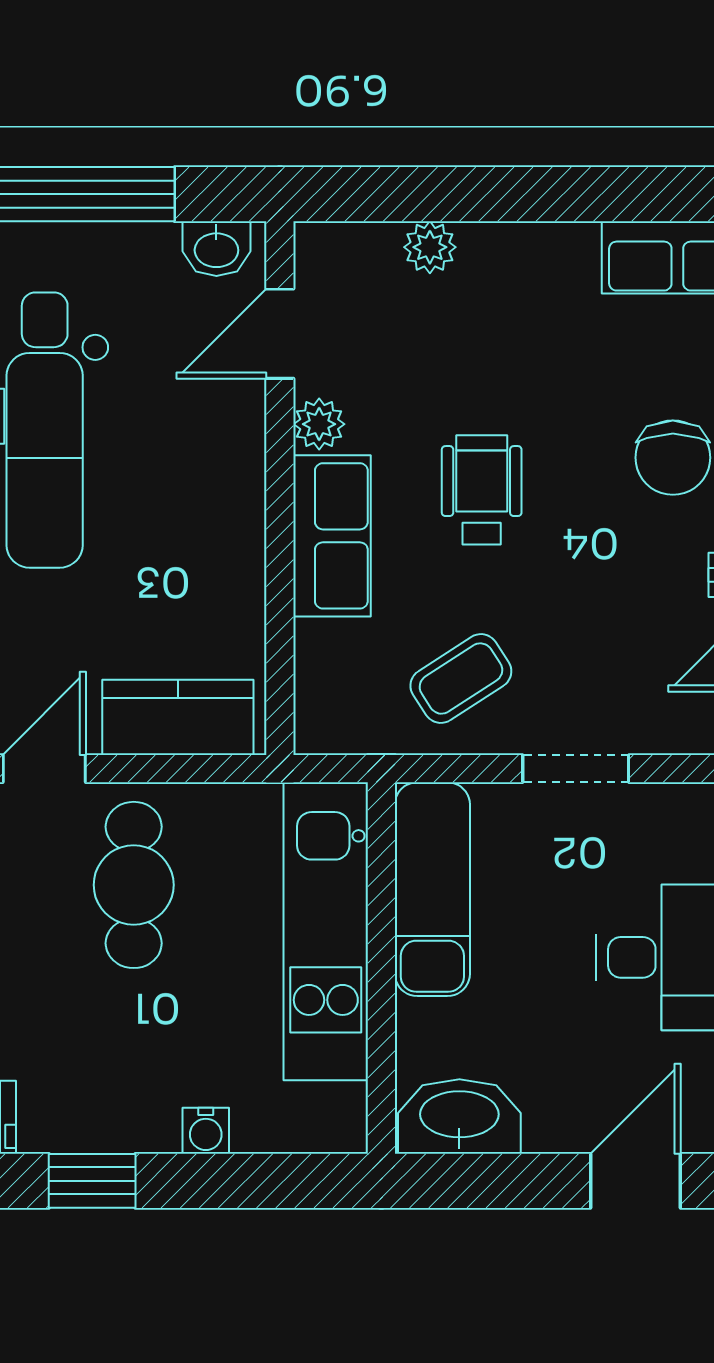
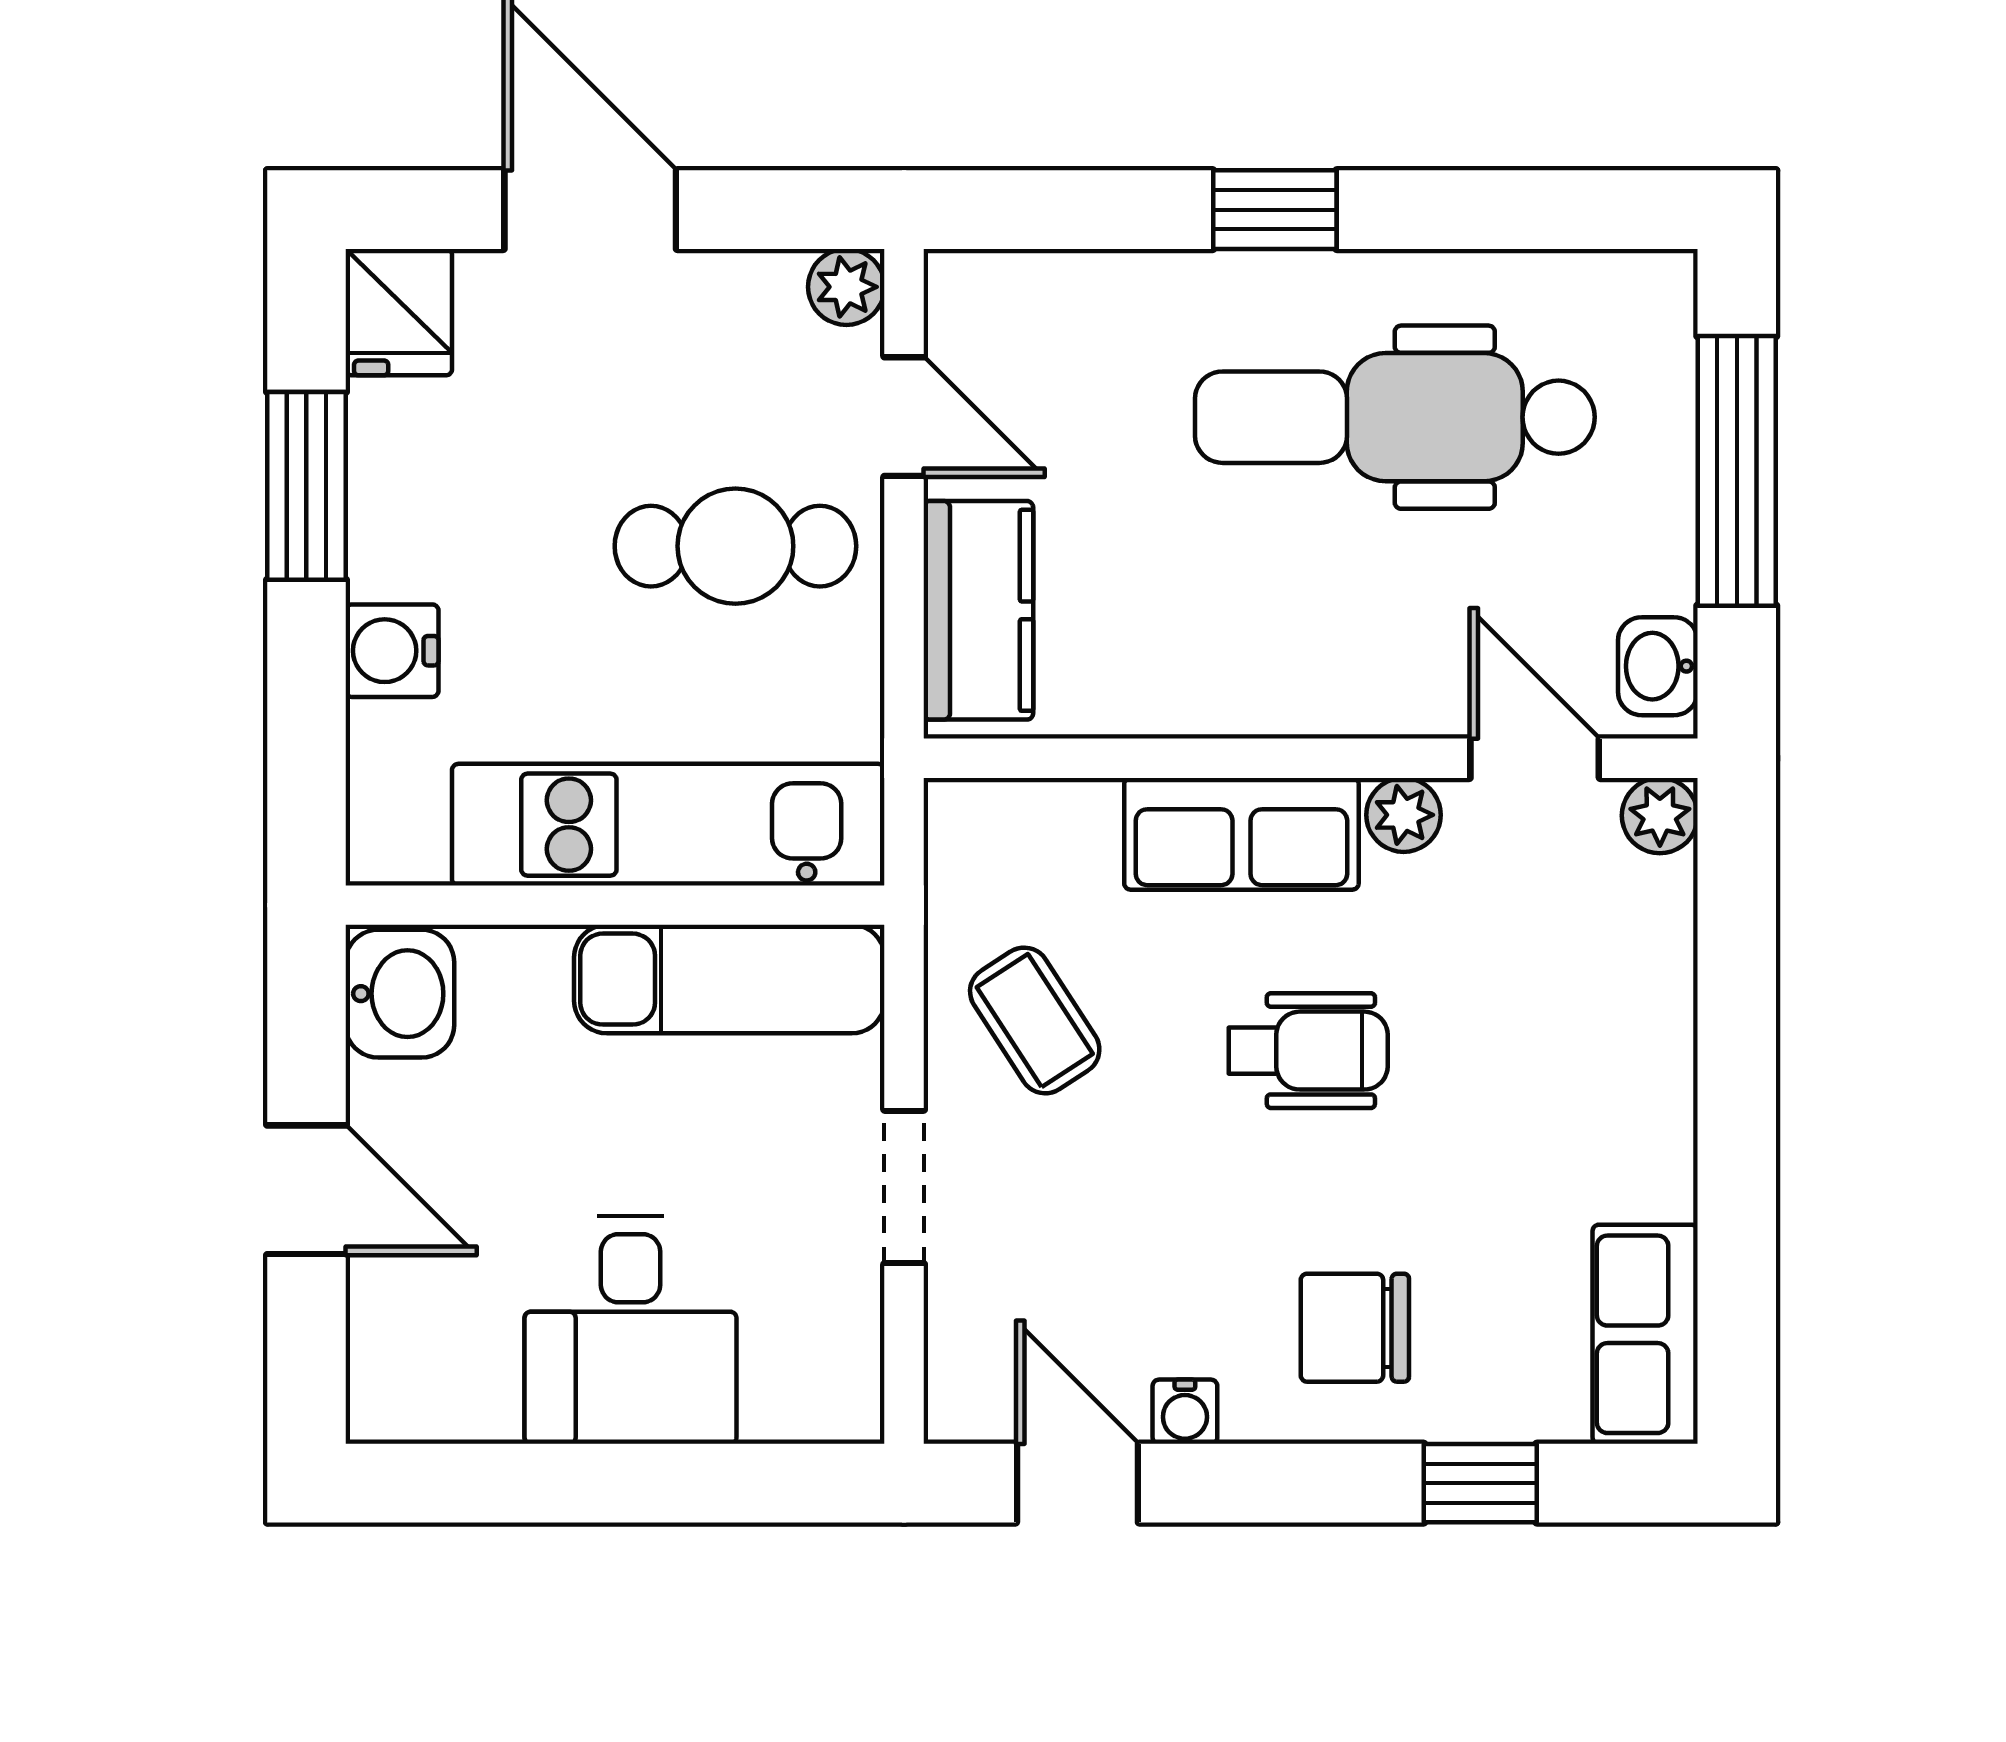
plant: (430, 247) -> (1660, 816), moved
washbasin: (459, 1117) -> (400, 994), width x0.72
water cooler: (206, 1131) -> (392, 651), width x1.38, depth x1.38
window: (92, 1181) -> (306, 486), width x1.50
door: (636, 1181) -> (306, 1190), moved

